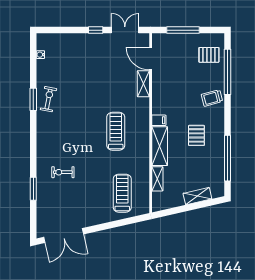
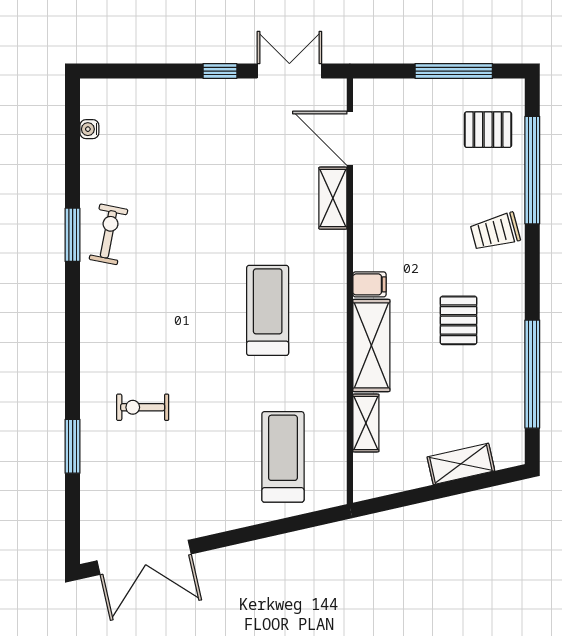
window: (183, 30) -> (454, 71), moved

